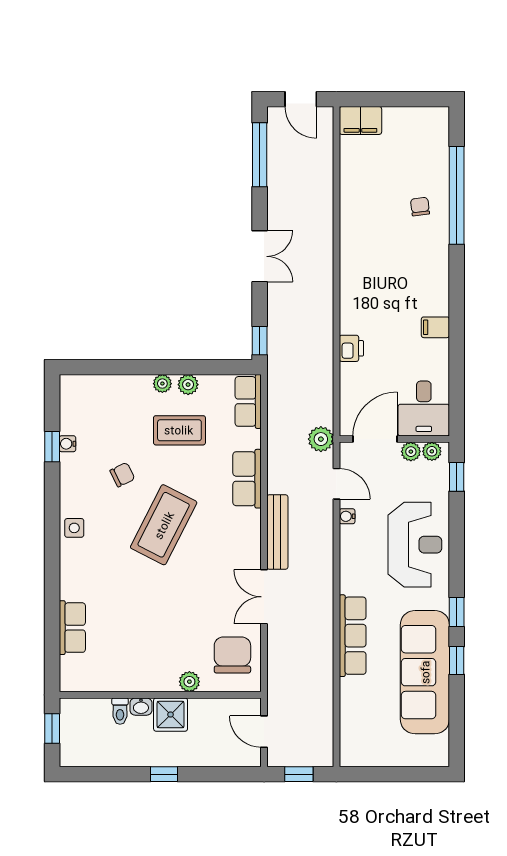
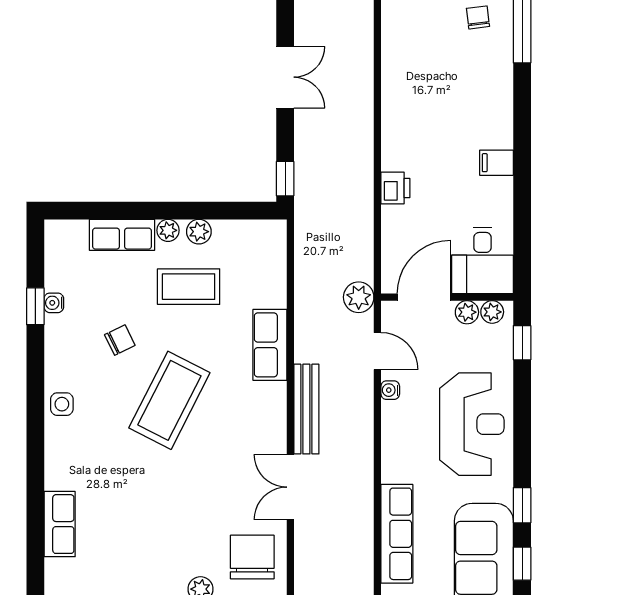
row of seats: (248, 401) -> (122, 235), moved, turned -90

